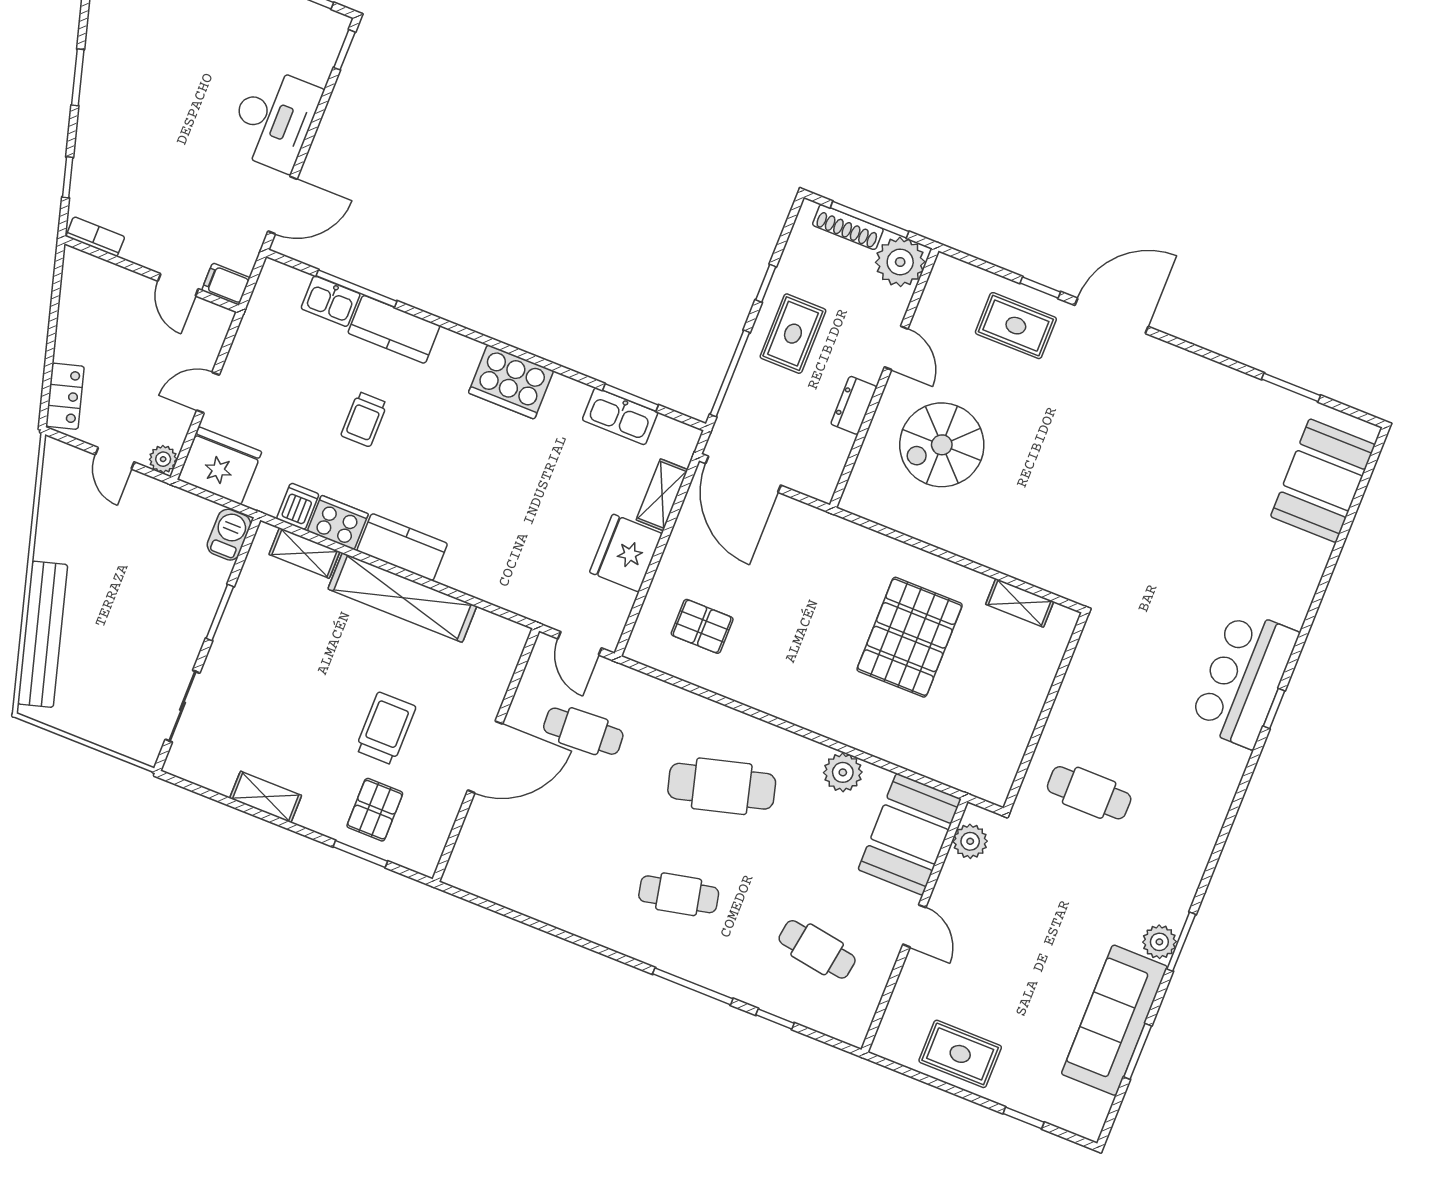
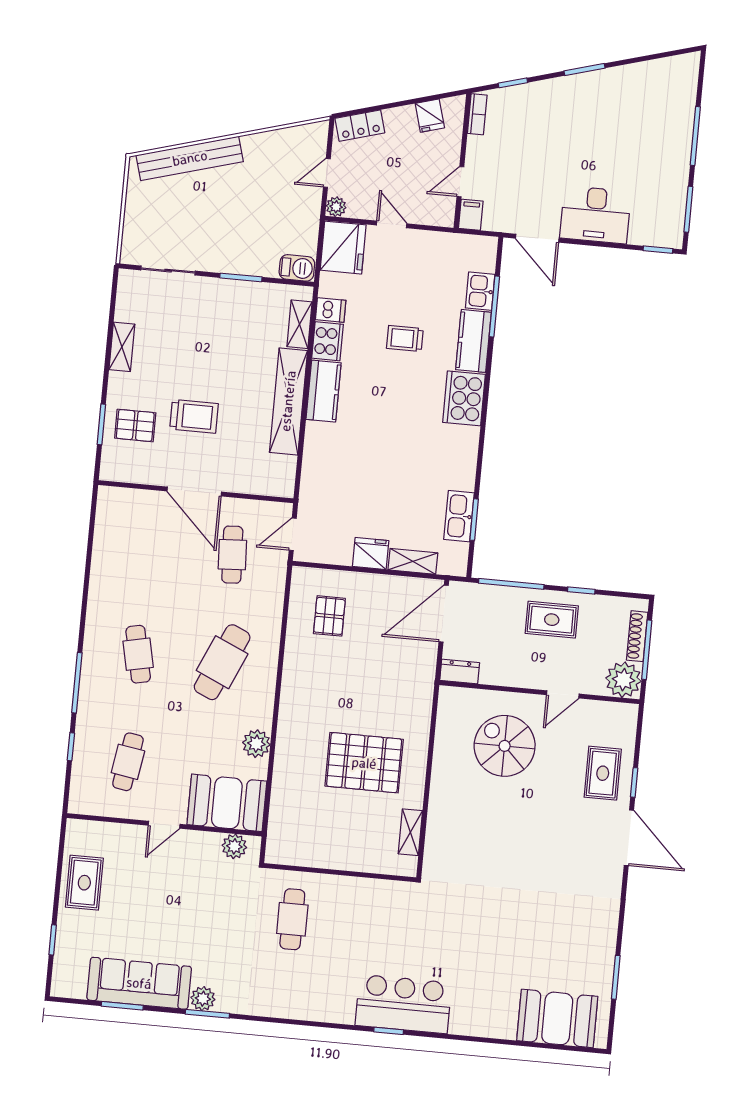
fridge: (79, 300) -> (430, 116), added
cooker: (511, 382) -> (464, 398), moved
dresser: (854, 405) -> (460, 671), moved
fridge: (626, 553) -> (371, 554), width x0.73, depth x0.75
cafe table: (722, 786) -> (222, 662), turned 39

